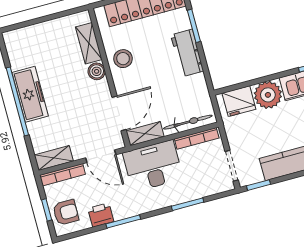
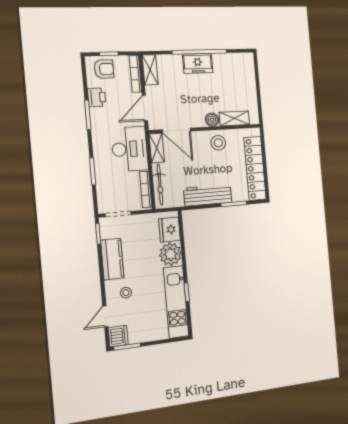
workbench: (187, 53) -> (208, 195), width x1.38
freezer: (30, 94) -> (198, 63), width x0.71
armchair: (66, 212) -> (104, 69), turned -90

